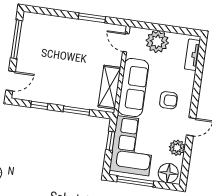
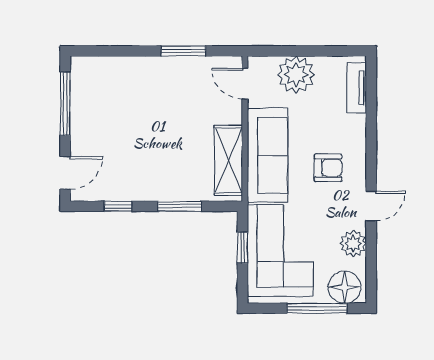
window: (135, 181) -> (317, 308), moved

